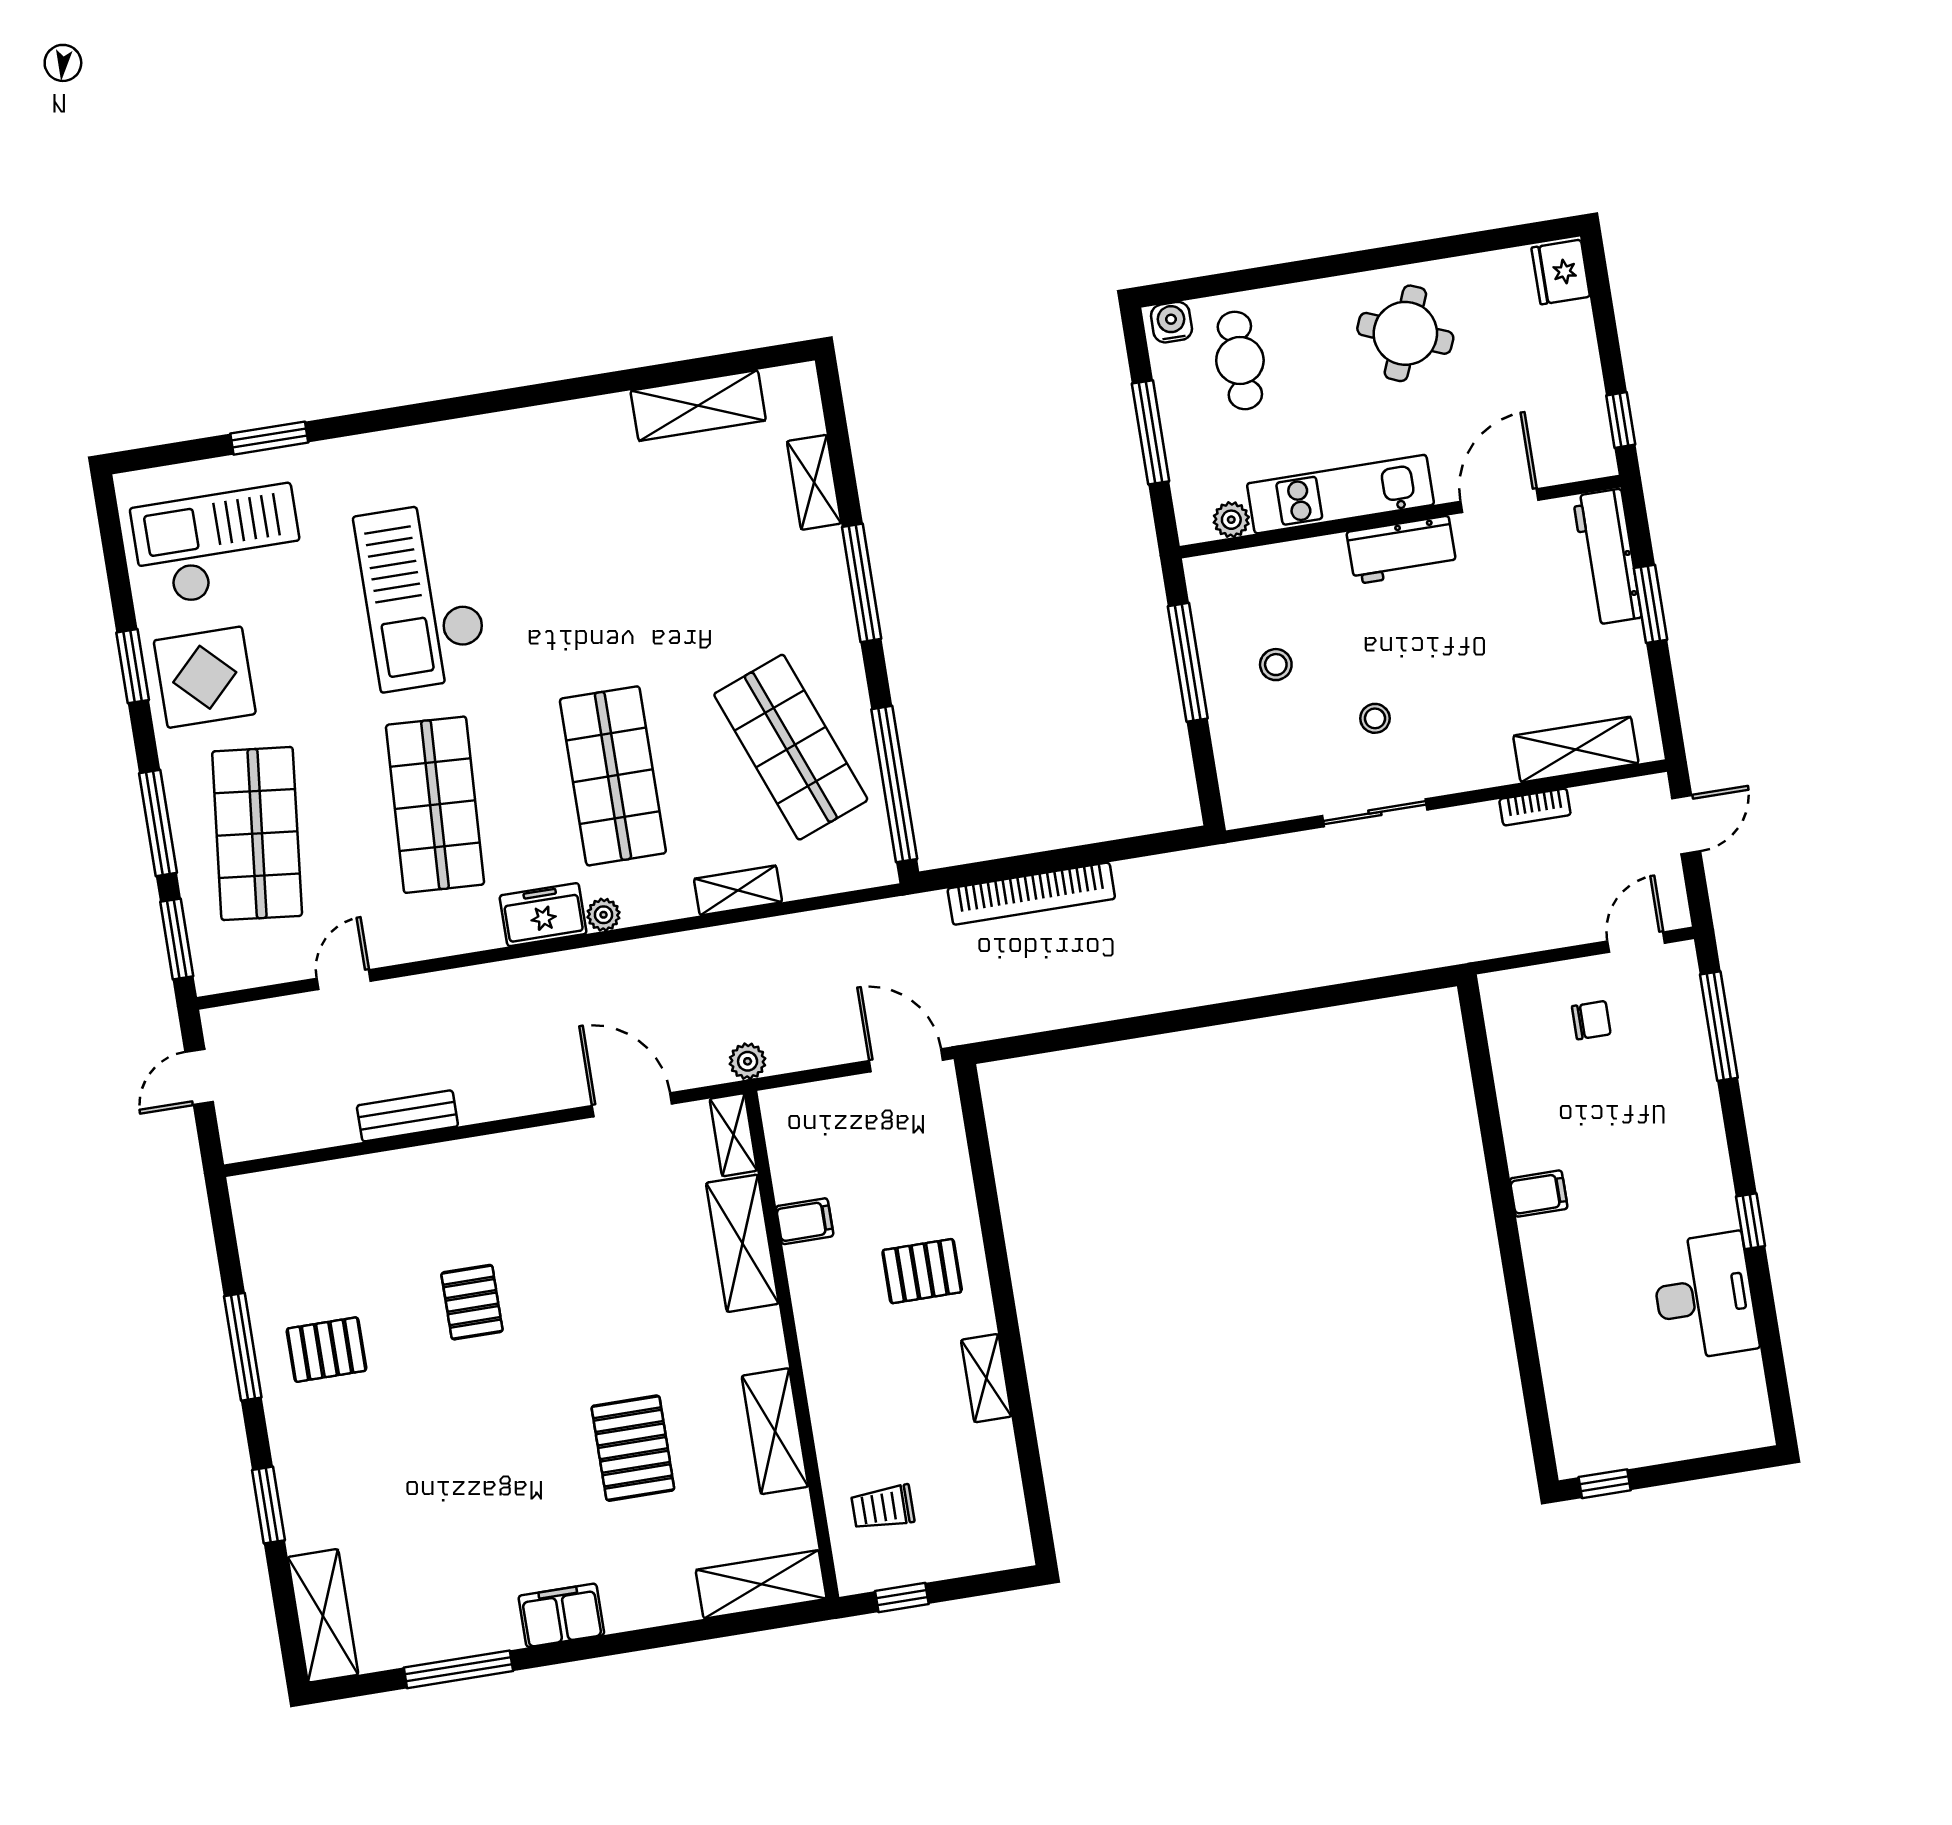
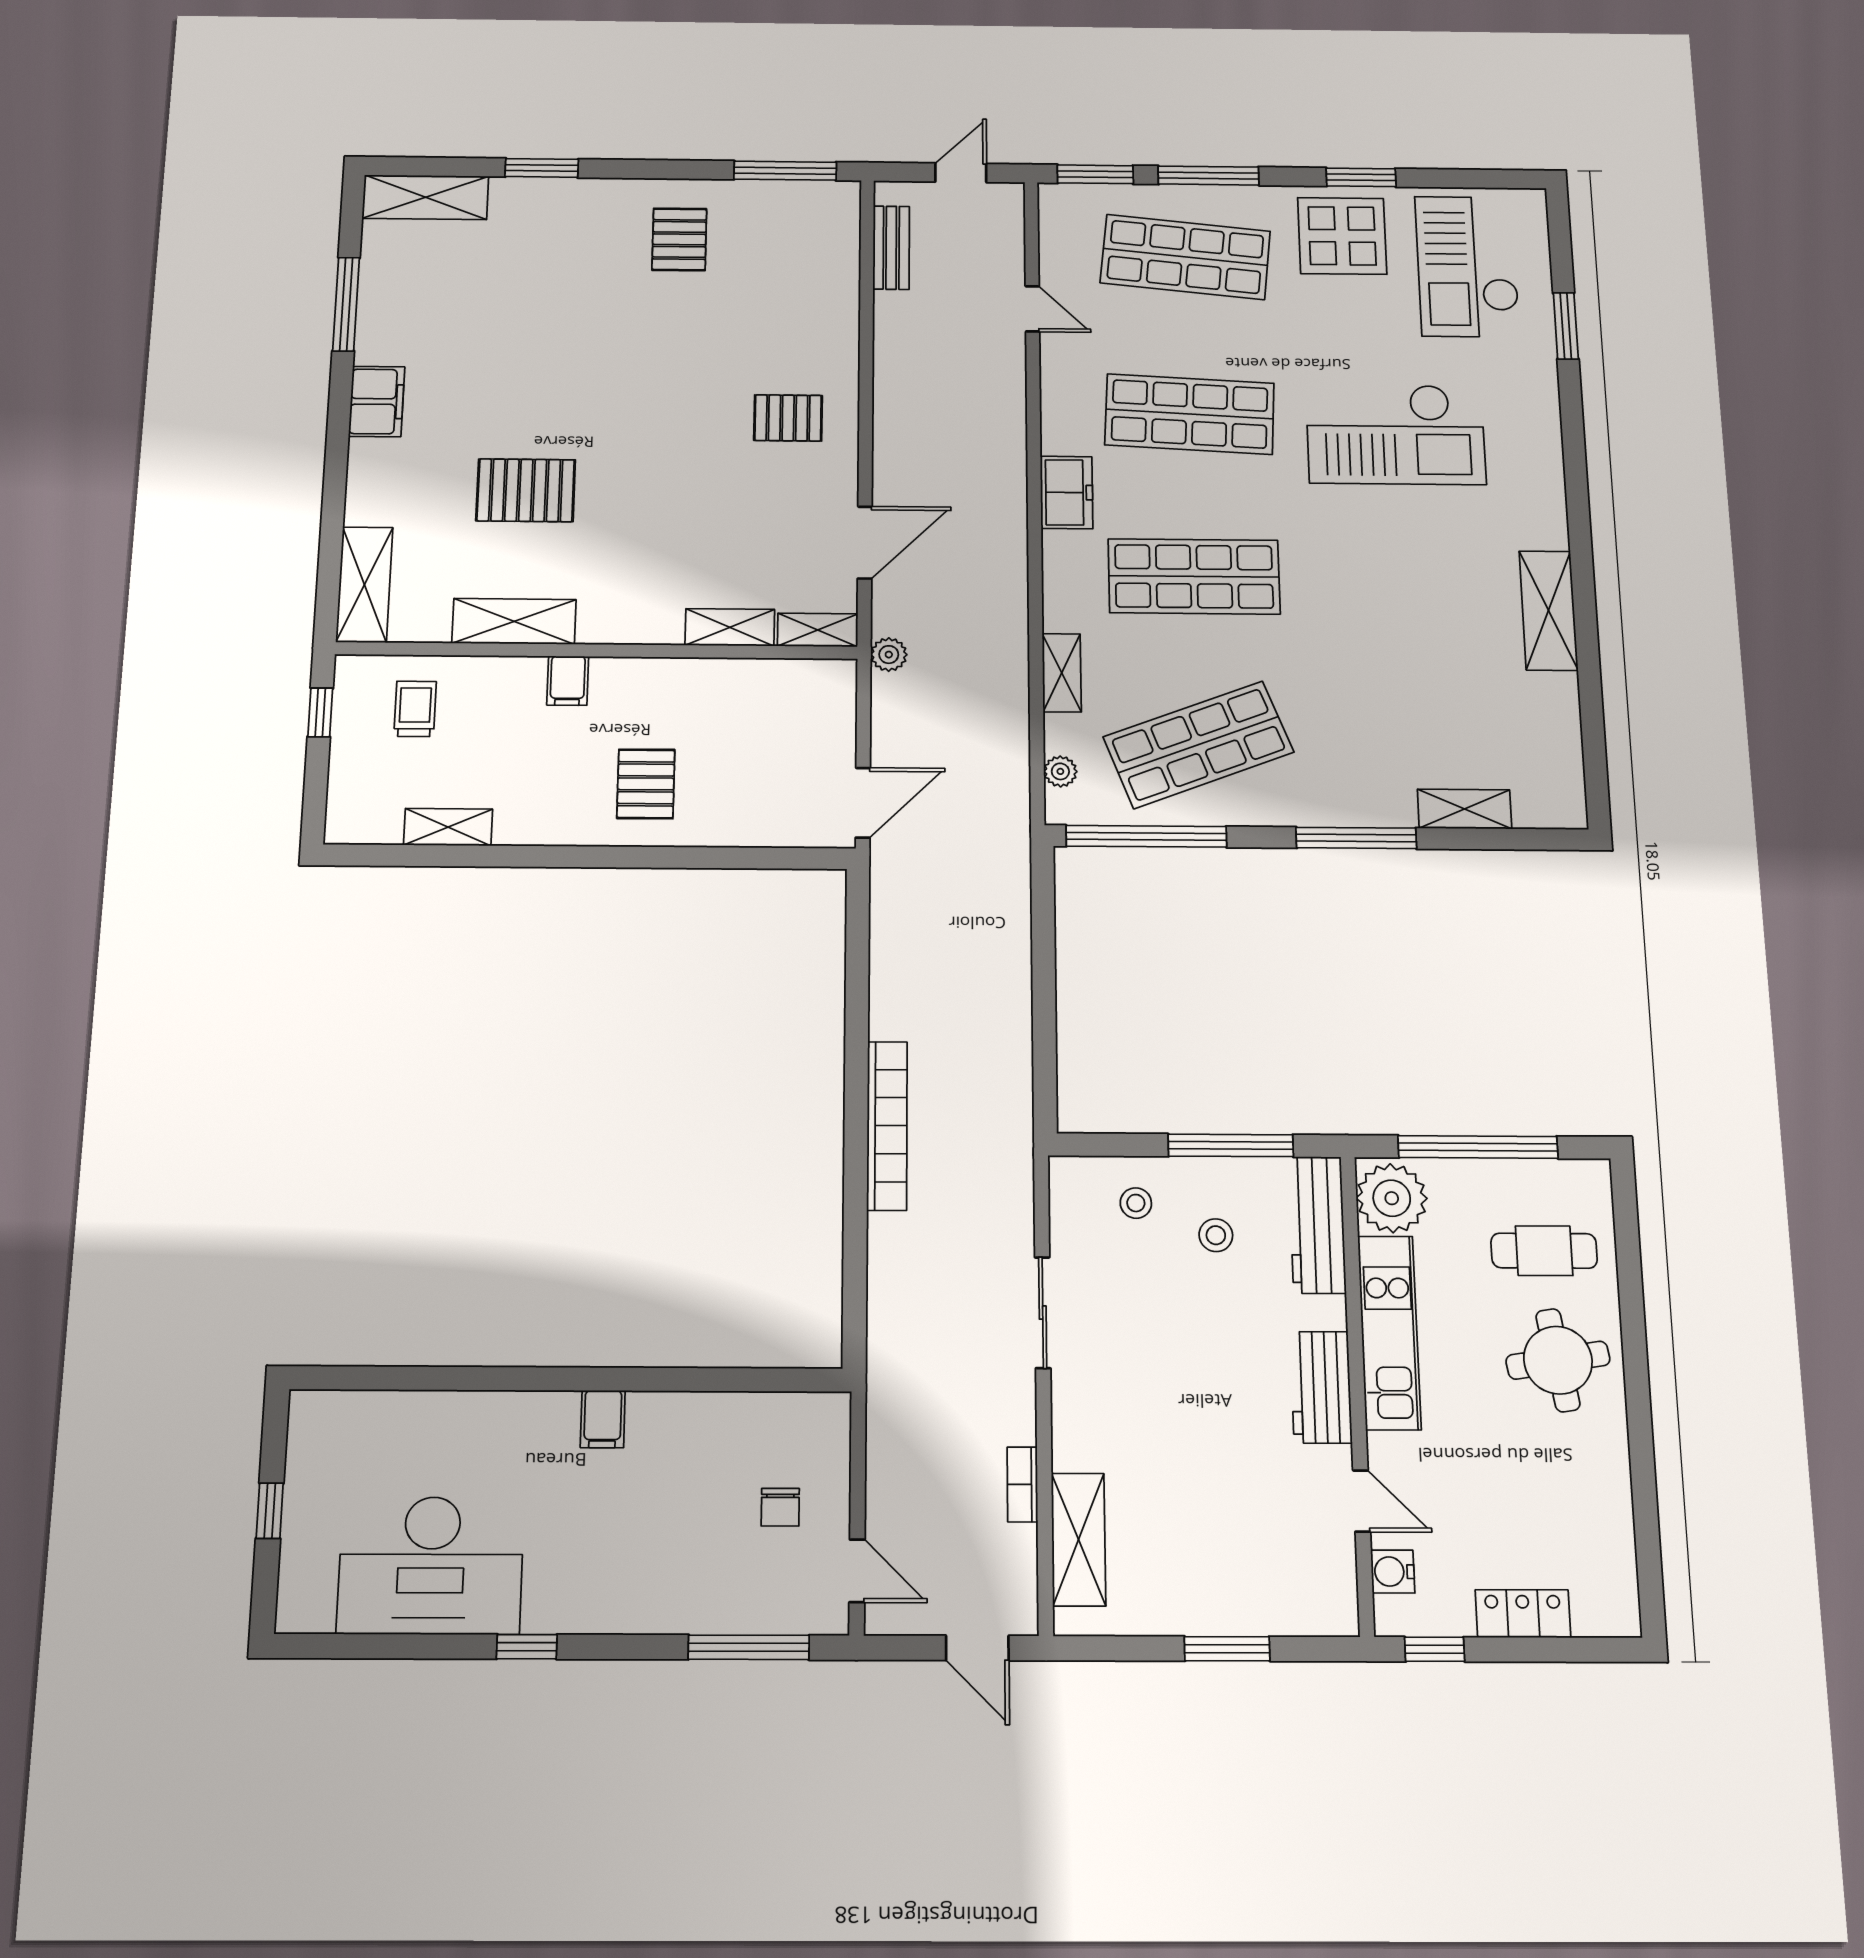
fridge: (1561, 272) -> (1605, 1610), removed
water cooler: (1171, 322) -> (1393, 1572), moved, turned 180
round table: (1405, 333) -> (1558, 1360), moved, turned -31
locker: (1576, 345) -> (1523, 1614), added
shelving: (698, 405) -> (1548, 611), moved
window: (1151, 432) -> (1478, 1147), width x1.46
door: (1499, 501) -> (1362, 1501), width x0.73
plant: (1231, 520) -> (1392, 1198), width x1.88, depth x1.88
checkout: (218, 545) -> (1467, 266), turned 180
workbench: (1607, 557) -> (1317, 1225), moved, turned -90
checkout: (422, 596) -> (1396, 434), turned 180
stool: (1375, 718) -> (1136, 1203), moved
bookcase: (1031, 894) -> (887, 1126), moved, turned 180
plant: (604, 915) -> (1060, 771), moved
door: (199, 1077) -> (961, 173), hinge flipped
bench: (407, 1116) -> (891, 248), moved
filing cabinet: (805, 1221) -> (568, 681), moved
shelving: (742, 1243) -> (730, 627), width x0.67, depth x0.75
desk: (1704, 1296) -> (431, 1565), width x1.36, depth x1.30
pallet: (472, 1302) -> (788, 418), moved
window: (243, 1347) -> (785, 171), moved
shelving: (986, 1378) -> (448, 827), moved
window: (1605, 1484) -> (270, 1511), moved

